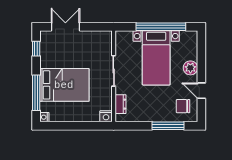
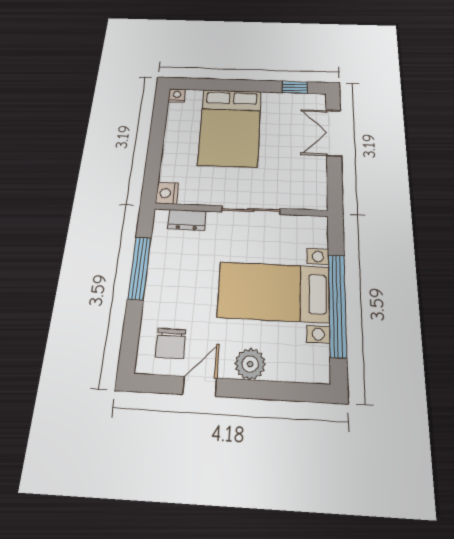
double door: (65, 27) -> (334, 133), swing flipped
window: (36, 93) -> (219, 85), removed
chair: (183, 106) -> (171, 343), turned 180
window: (168, 126) -> (140, 268), moved

